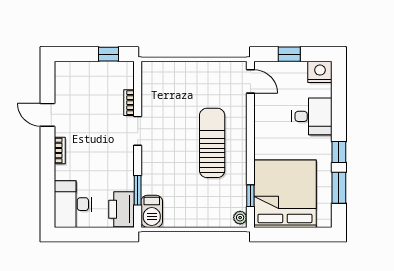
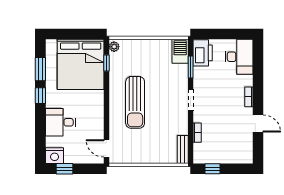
window: (289, 54) -> (65, 169), moved
bench: (148, 80) -> (183, 149), added
doorway: (138, 131) -> (191, 100), moved

